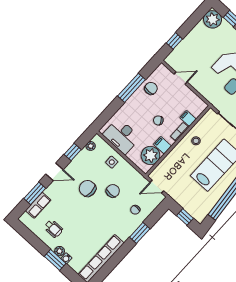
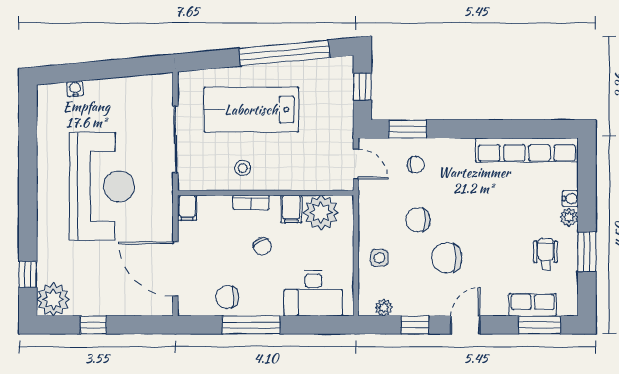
window: (174, 41) -> (93, 325), moved
door: (181, 78) -> (175, 269), width x1.87
filing cabinet: (188, 118) -> (187, 208), moved
desk: (122, 136) -> (313, 293), moved, turned 90
door: (55, 172) -> (466, 325), hinge flipped
chair: (88, 189) -> (447, 258), turned 90
window: (35, 193) -> (540, 325), moved
window: (140, 233) -> (408, 129), moved
window: (55, 260) -> (587, 252), moved

